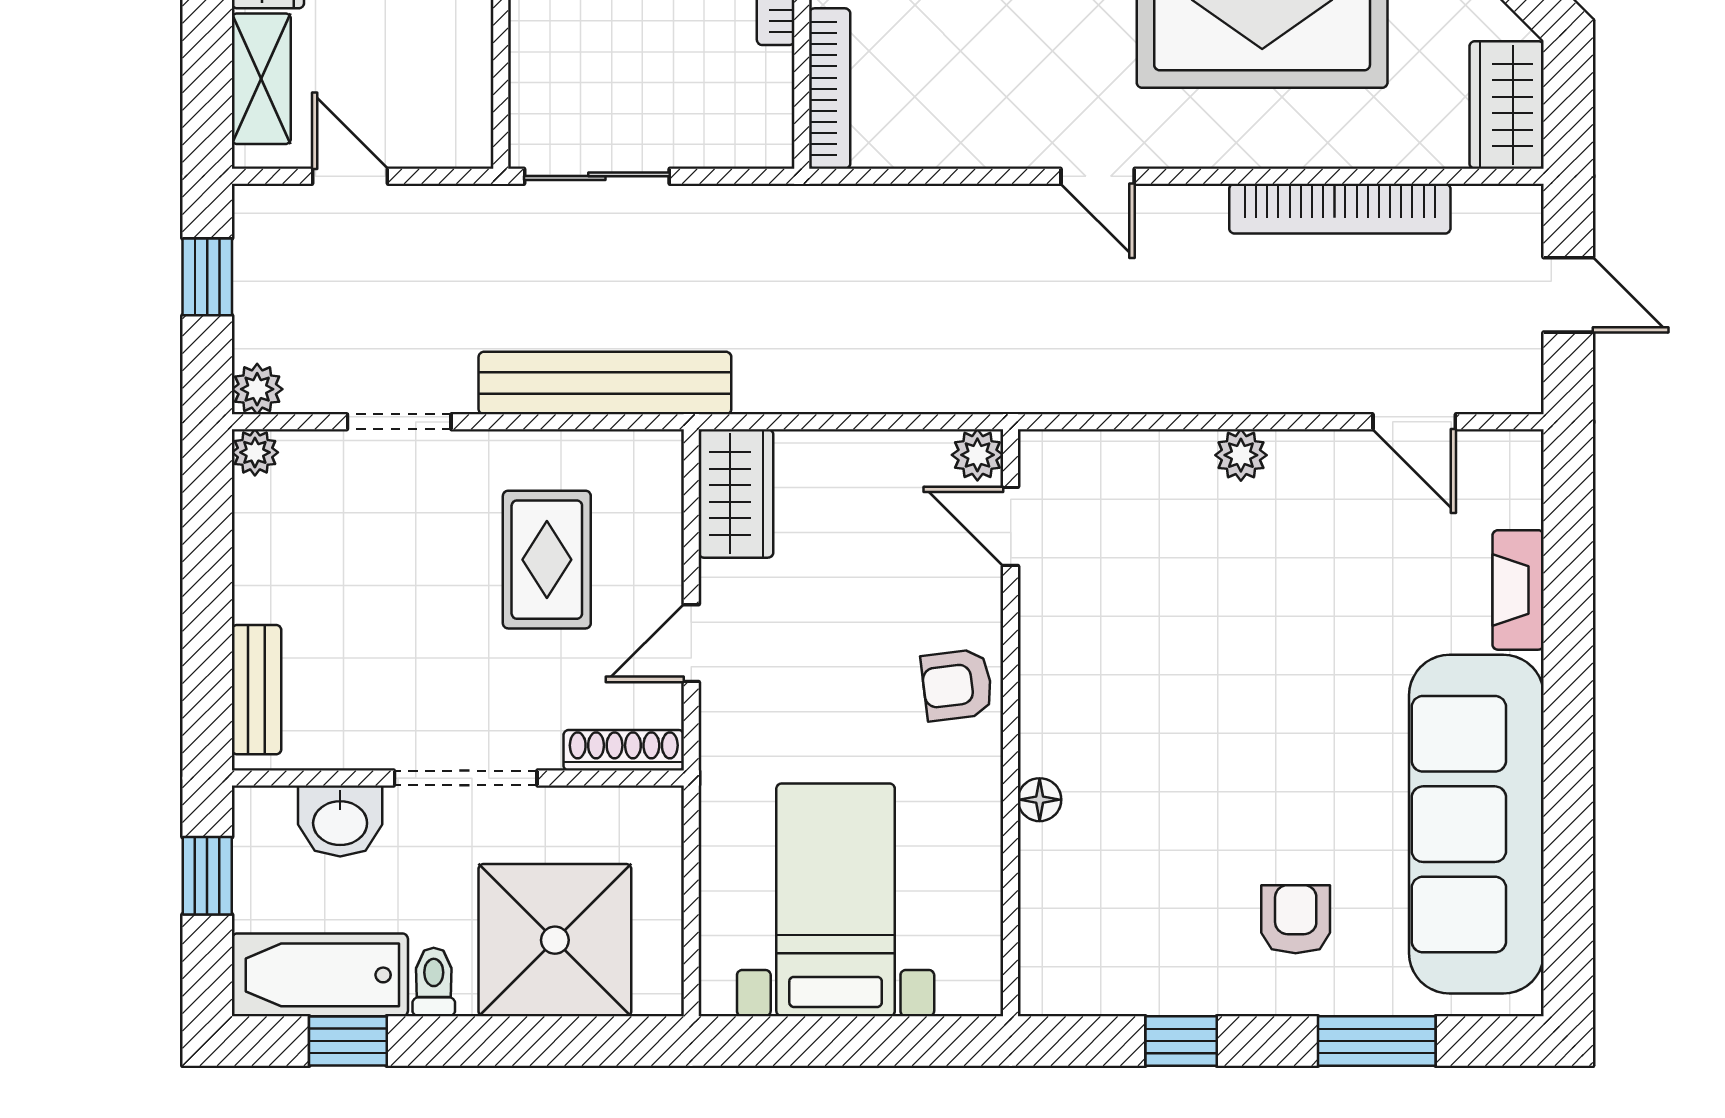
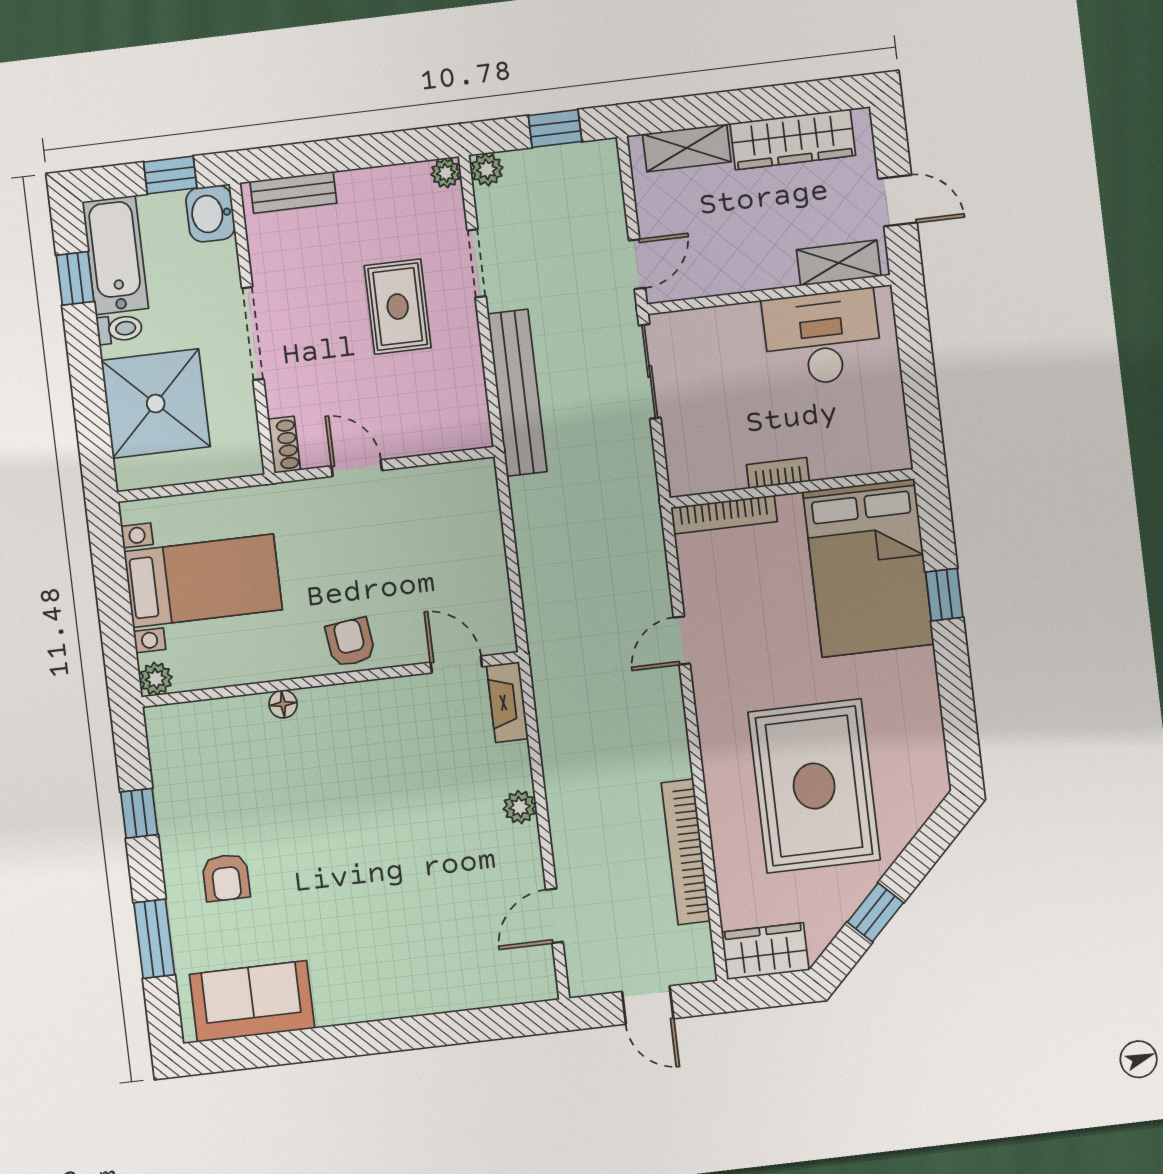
door: (350, 176) -> (637, 264), moved
door: (1098, 176) -> (682, 640), moved
door: (1568, 295) -> (648, 1005), hinge flipped
plant: (977, 455) -> (156, 679), moved
wardrobe: (736, 494) -> (456, 485), removed
door: (1011, 526) -> (456, 665), hinge flipped
rug: (547, 560) -> (398, 307), moved, turned 90
fireplace: (1518, 590) -> (507, 702), moved, turned -90
shoe rack: (624, 750) -> (284, 445), width x0.70
washbasin: (340, 821) -> (210, 214), moved
sofa: (1476, 824) -> (252, 1001), width x0.54, depth x0.79
armchair: (1296, 919) -> (226, 878), turned 90

